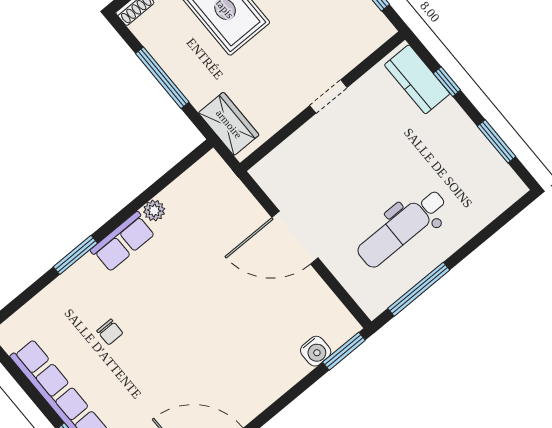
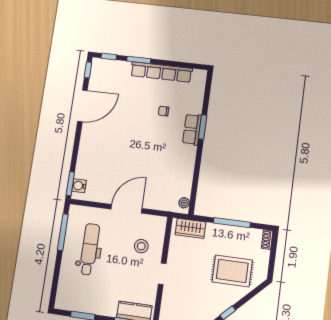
stool: (323, 164) -> (141, 246), added
plant: (154, 210) -> (184, 203), moved
row of seats: (123, 242) -> (192, 129), moved
water cooler: (316, 351) -> (79, 186), moved

